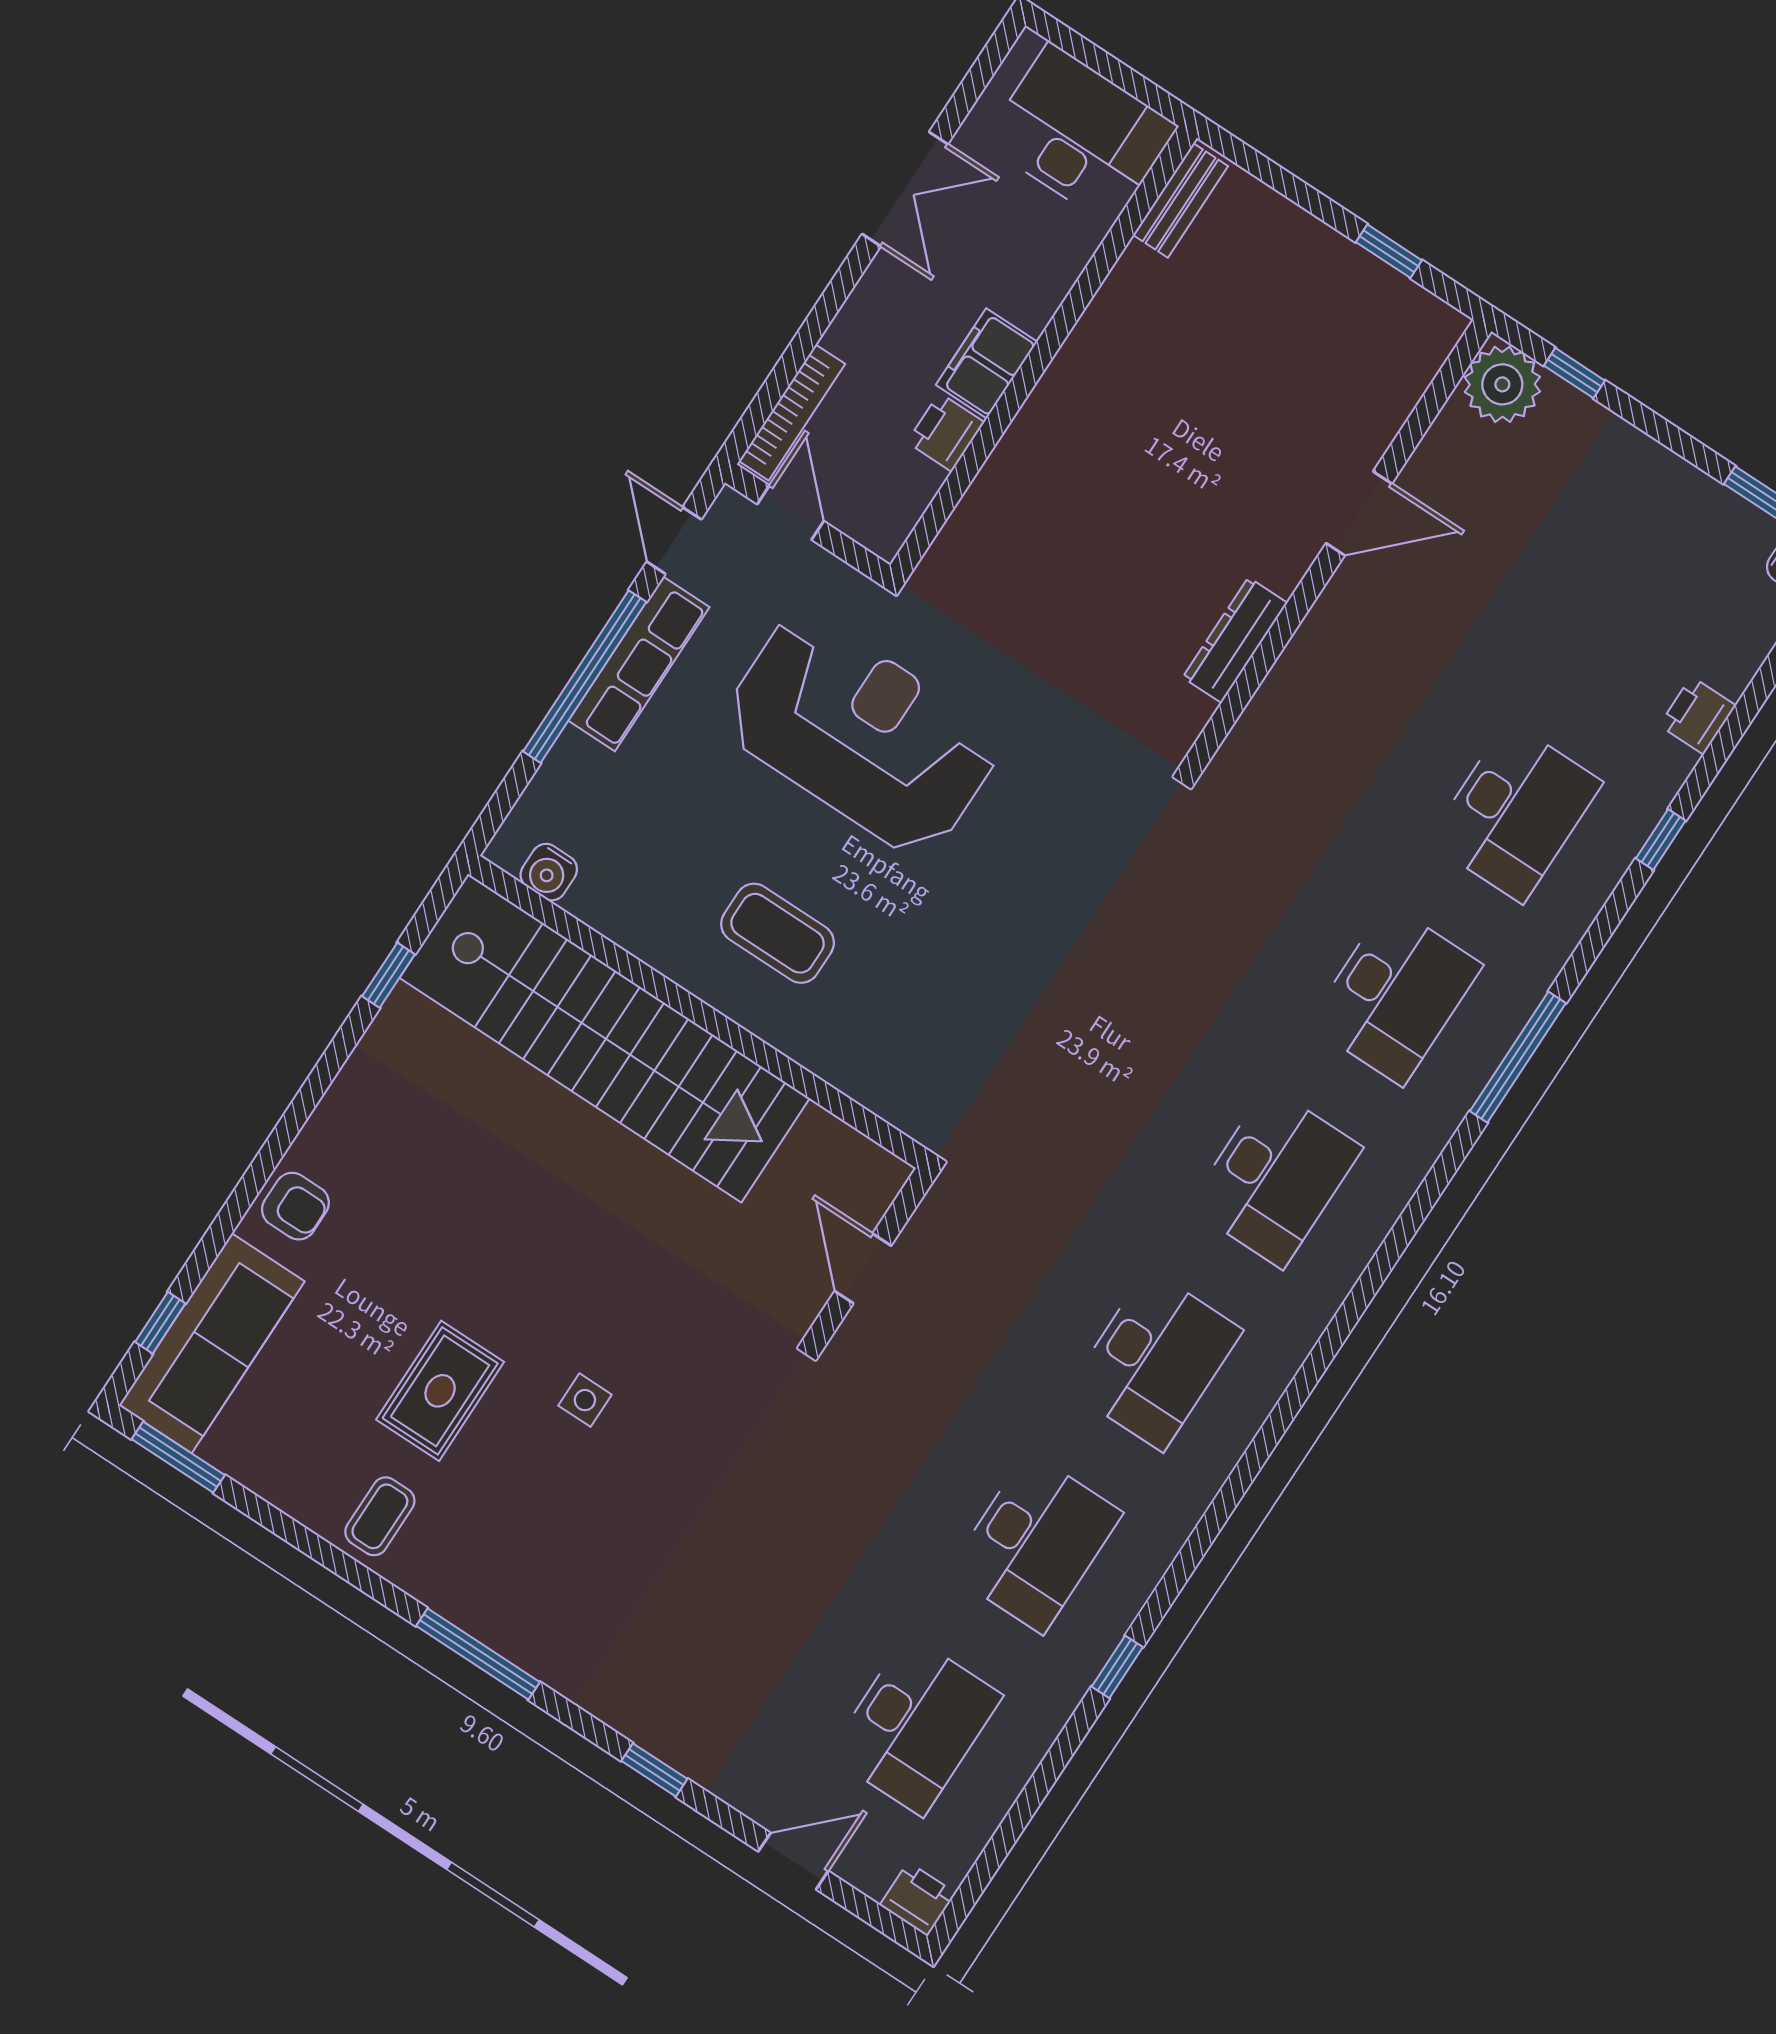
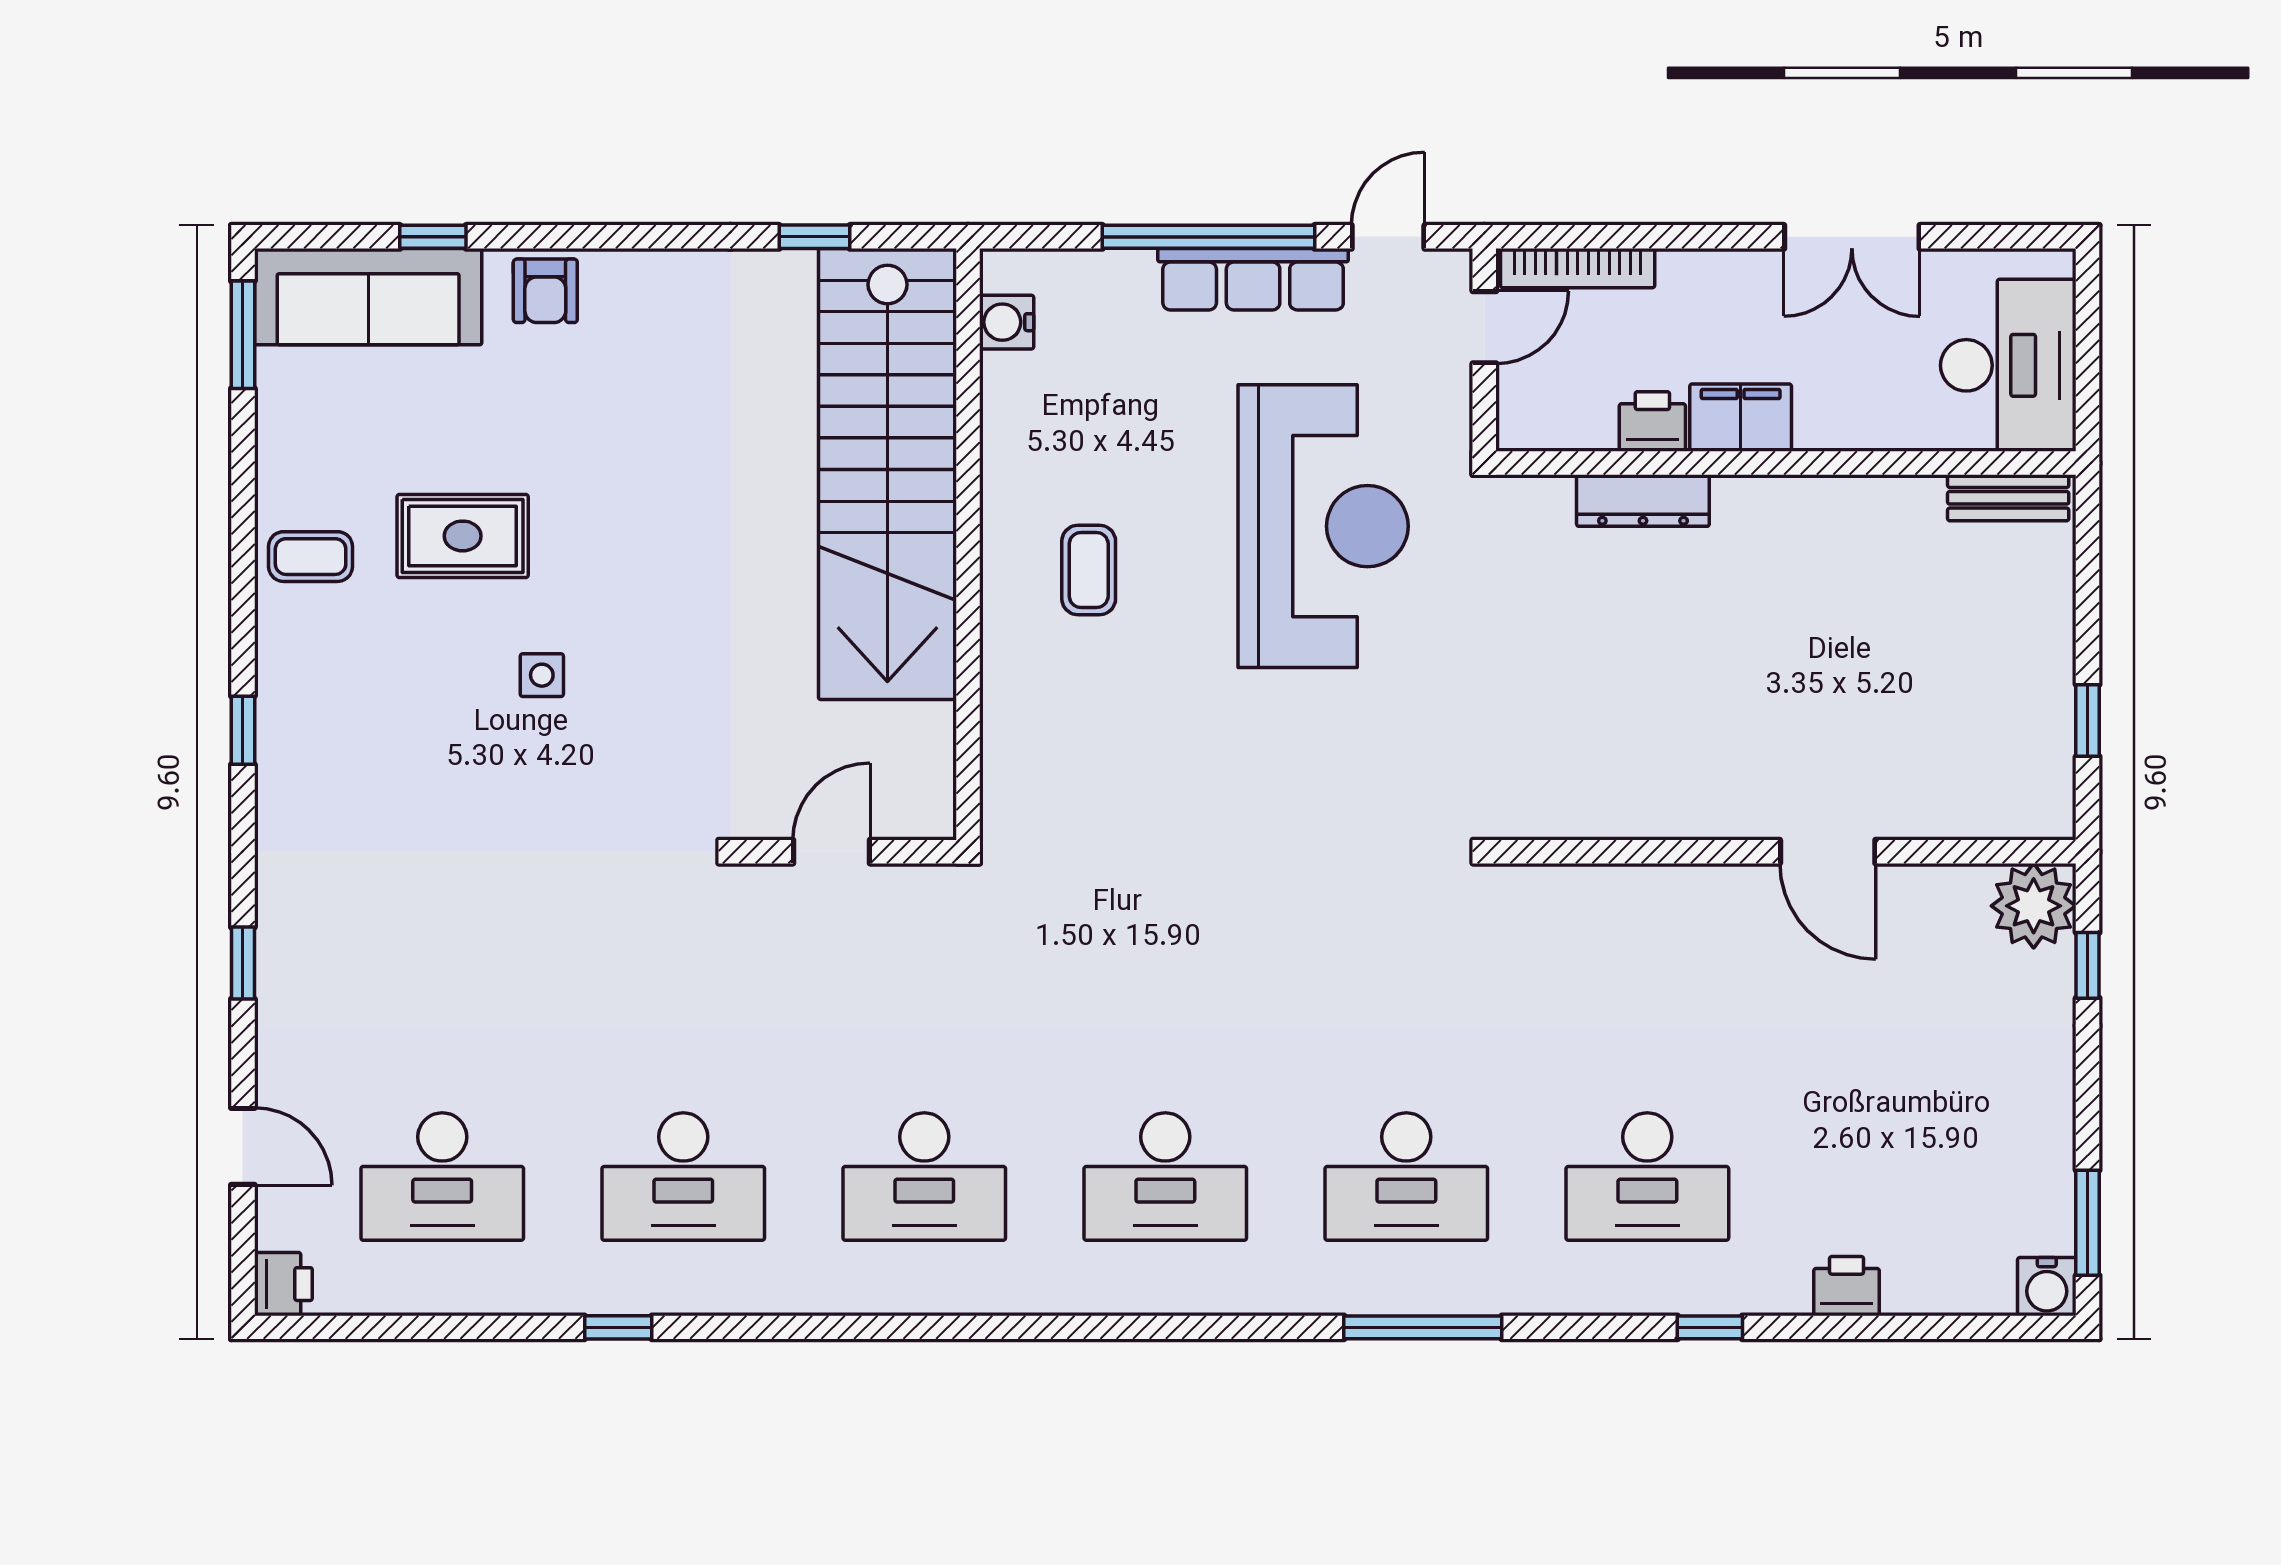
dresser: (1235, 640) -> (1643, 501), moved, turned 180
coffee table: (778, 933) -> (1089, 570), width x0.73, depth x0.77
window: (160, 1323) -> (433, 237), moved
window: (478, 1654) -> (243, 730), width x0.46

